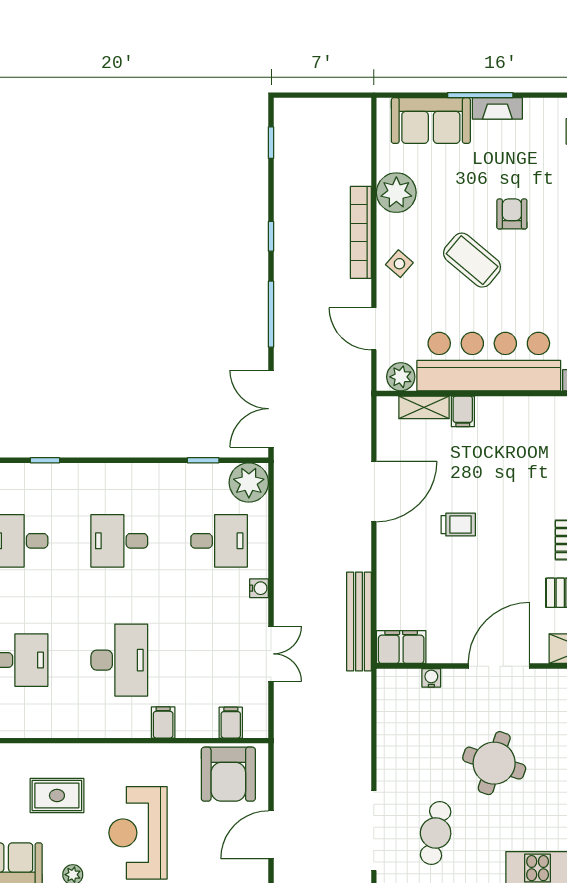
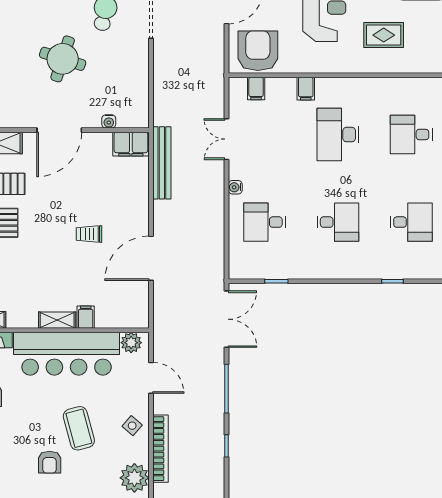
coffee table: (472, 260) -> (79, 428), turned 35
shelving: (424, 407) -> (57, 320), moved
plant: (249, 483) -> (243, 265), removed

